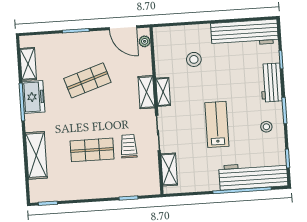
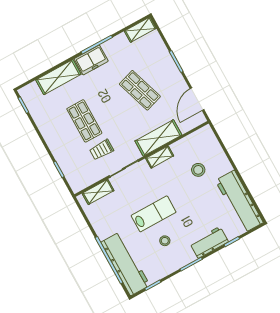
plant: (145, 41) -> (194, 122), removed
shelving: (28, 64) -> (140, 30), moved
shelving: (146, 92) -> (158, 138), width x1.50, depth x1.33
freezer: (33, 97) -> (91, 60), moved
stool: (266, 127) -> (165, 241), moved
trolley: (129, 146) -> (102, 150), turned 180

